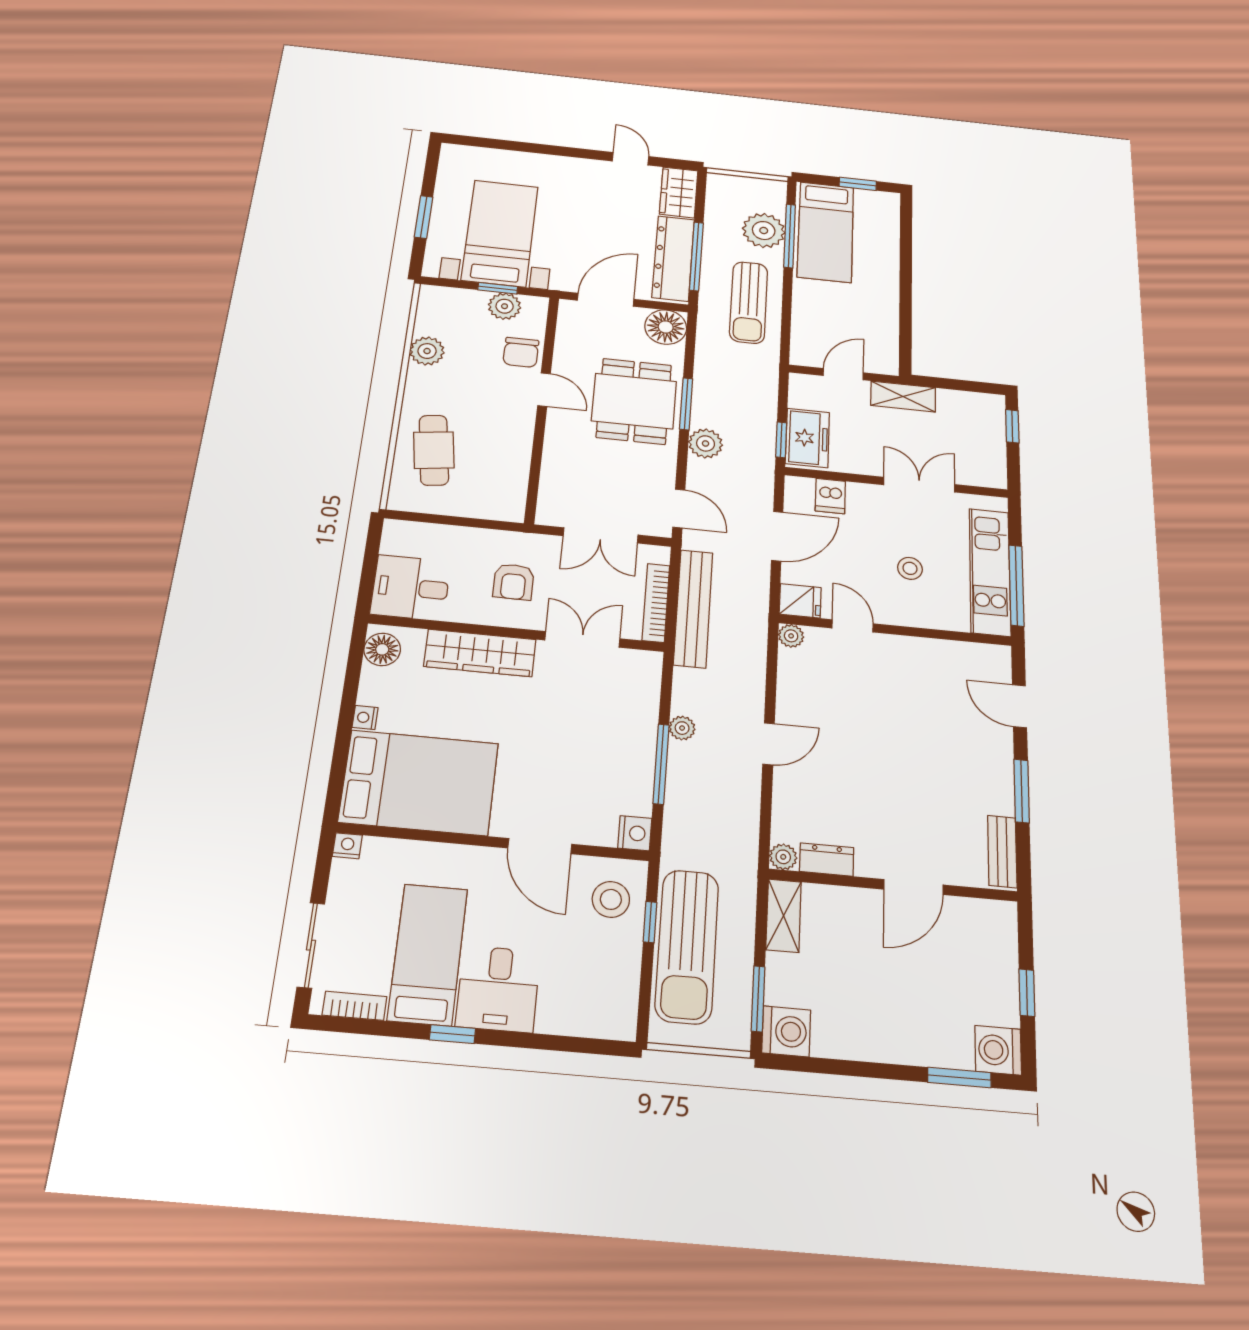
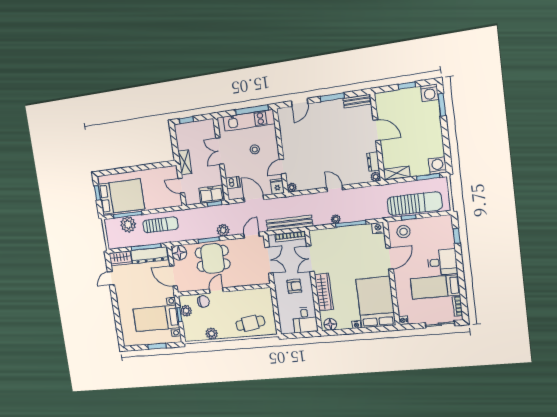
bed: (826, 232) -> (121, 197), width x1.50
window: (452, 1034) -> (456, 236), moved

